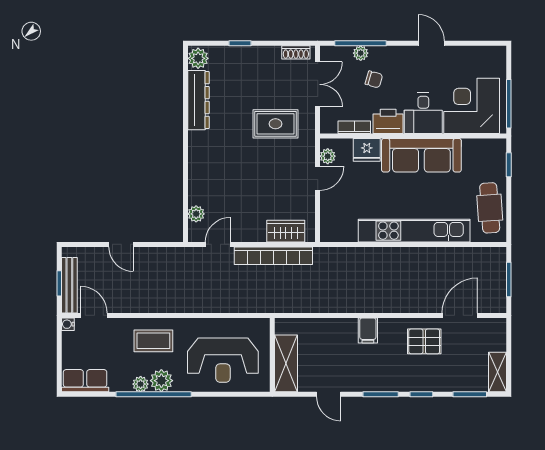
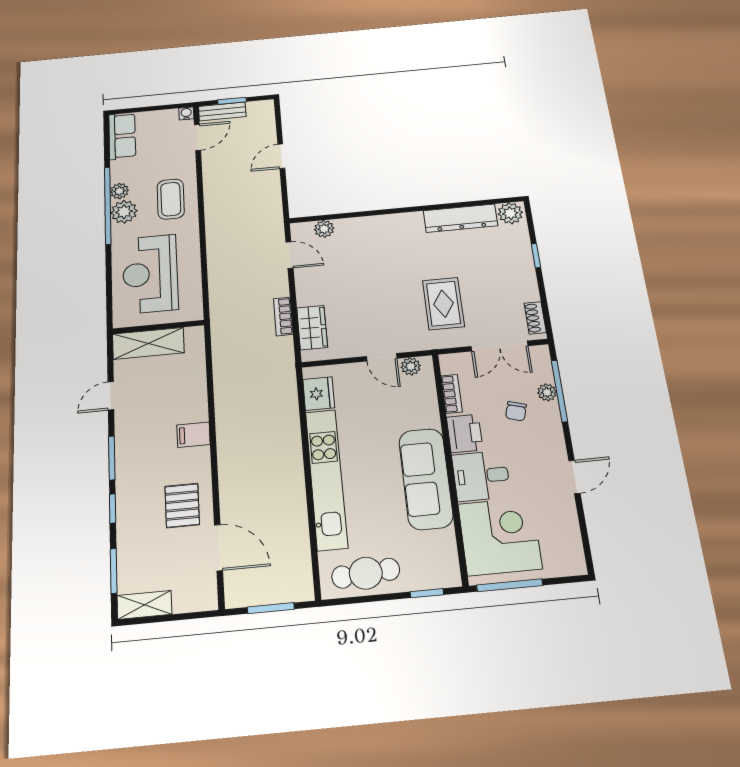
fridge: (367, 150) -> (319, 394), moved, turned 180
bookcase: (273, 256) -> (283, 316), width x0.43, depth x0.76
bench: (69, 285) -> (222, 111), width x0.73

